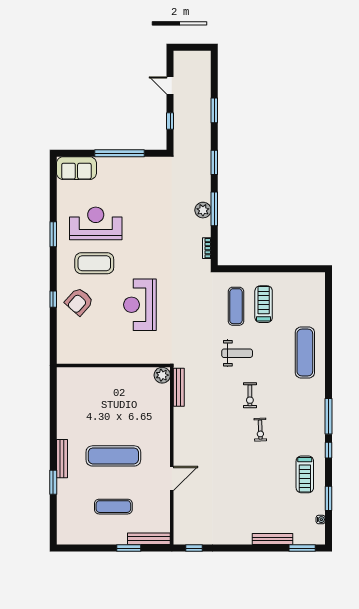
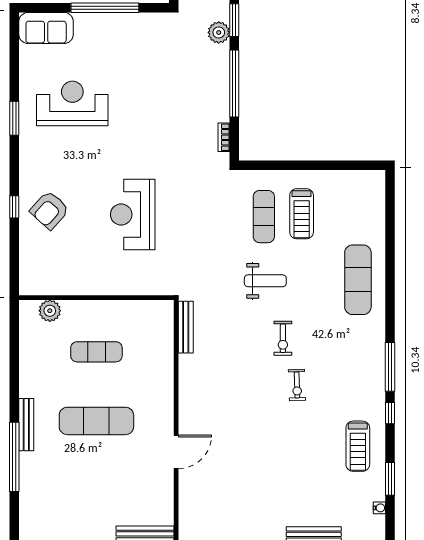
window: (214, 209) -> (234, 84), width x1.46
plant: (203, 210) -> (219, 32), moved
coffee table: (94, 263) -> (70, 158), removed
treadmill: (264, 304) -> (302, 214), turned 180
plant: (162, 375) -> (50, 311), moved
window: (53, 482) -> (14, 457), width x2.11
exercise mat: (113, 507) -> (96, 352), moved

